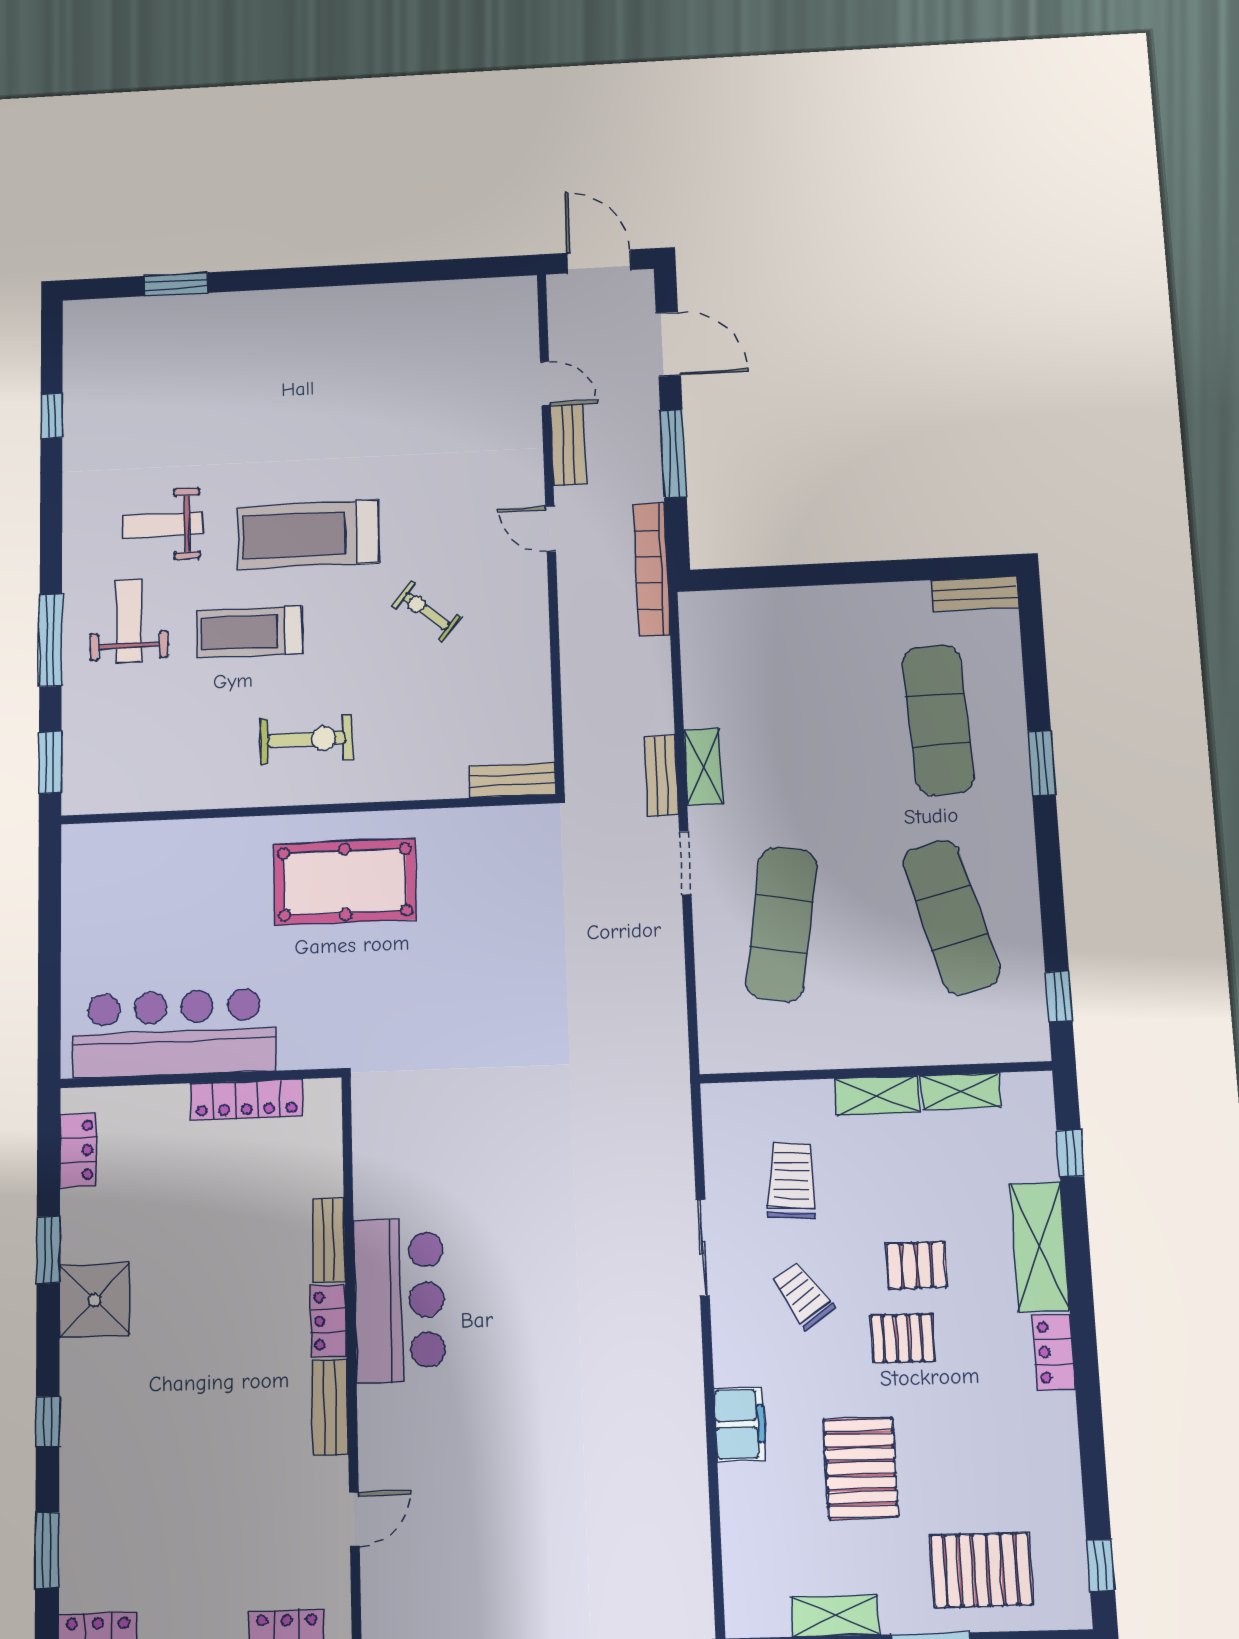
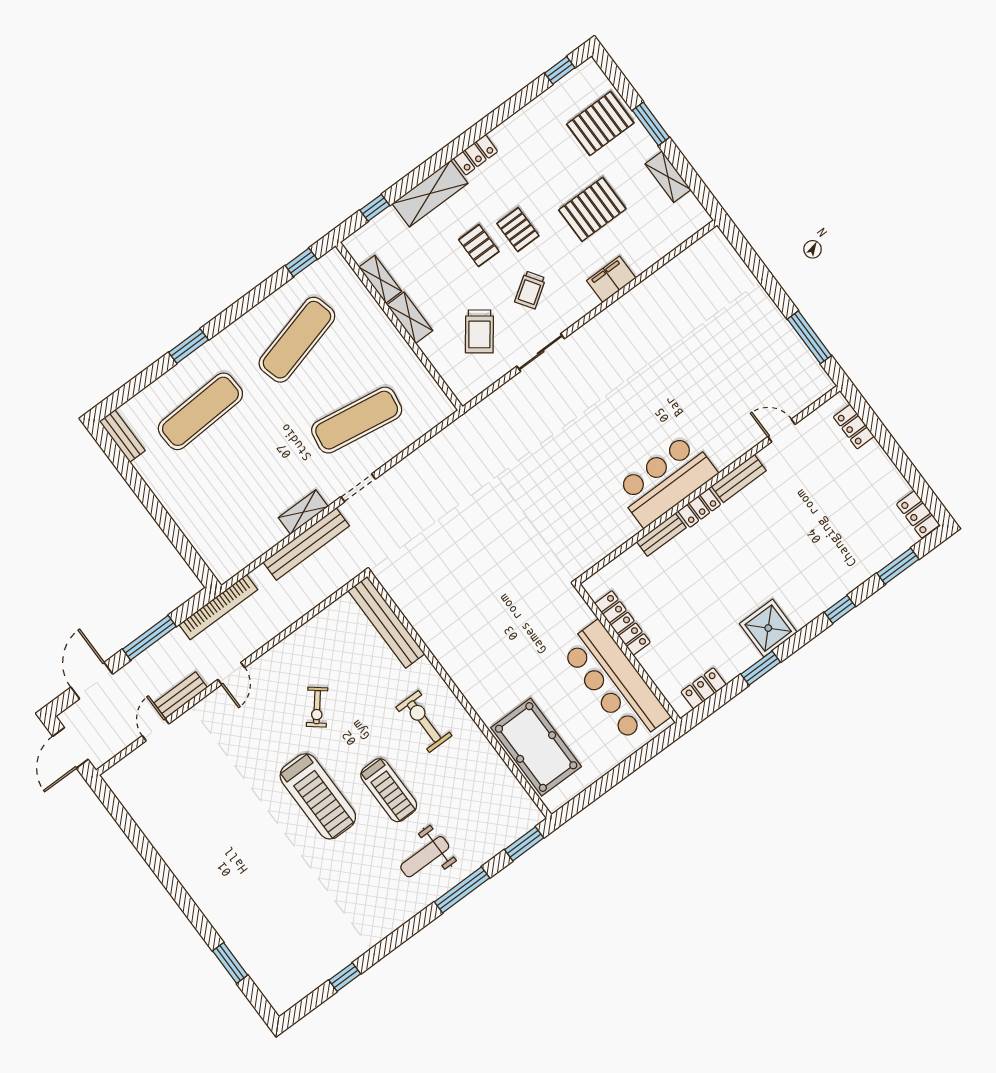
weight bench: (163, 525) -> (363, 876), removed
bench: (661, 776) -> (306, 544), width x1.86, depth x1.21
bench: (512, 780) -> (386, 622), width x1.86, depth x1.21
pool table: (345, 882) -> (536, 747), moved
trolley: (791, 1181) -> (479, 331), turned -56
pallet: (981, 1570) -> (600, 124), turned 90

